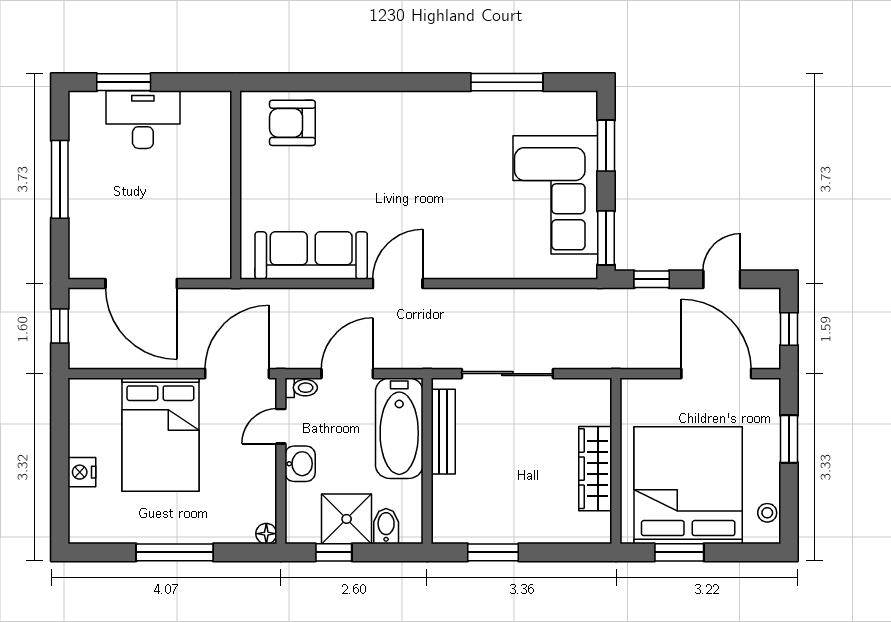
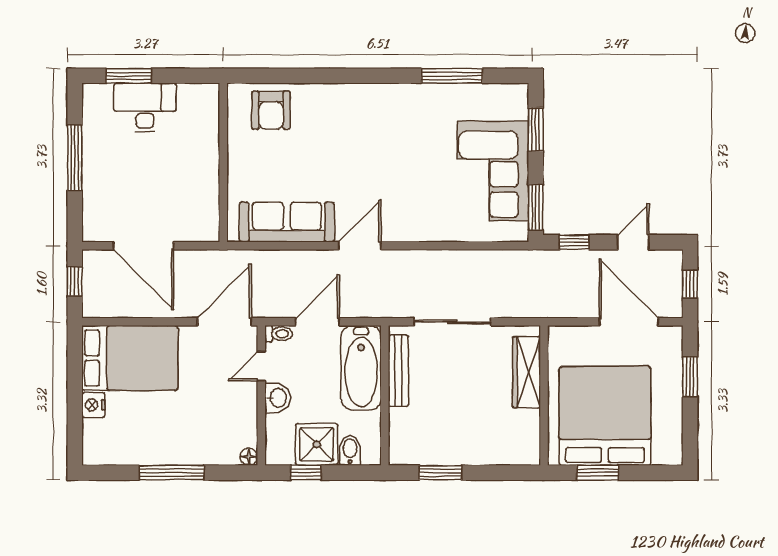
armchair: (292, 123) -> (271, 110), turned -90
bed: (160, 435) -> (130, 358), moved, turned -90
wardrobe: (595, 469) -> (527, 372), moved
stool: (767, 513) -> (672, 439), removed

